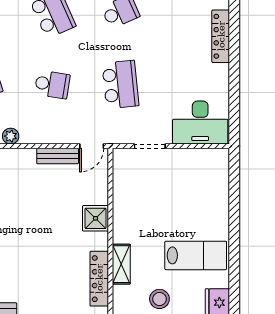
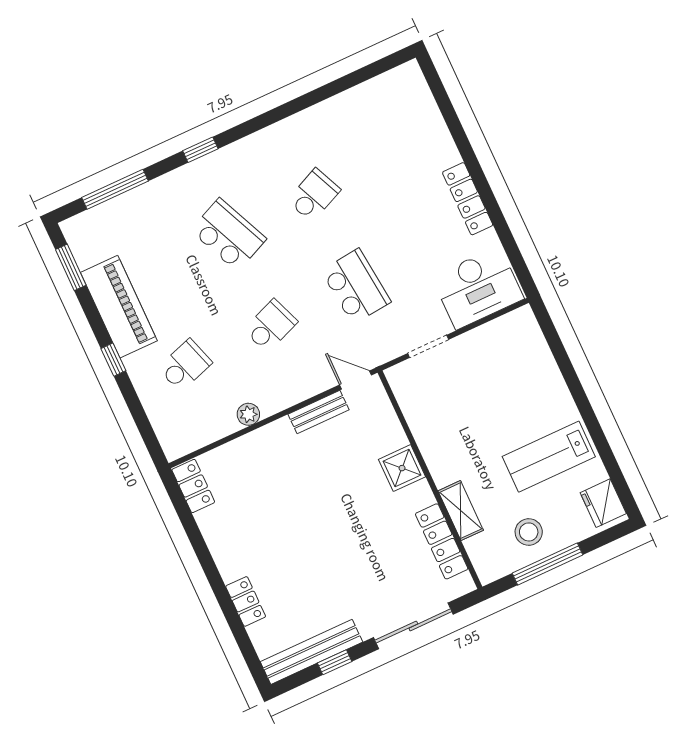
locker: (221, 36) -> (468, 199), moved
school desk: (52, 85) -> (270, 326), turned -30
door: (92, 146) -> (355, 380), swing flipped
lab bench: (196, 255) -> (549, 457), turned 180

